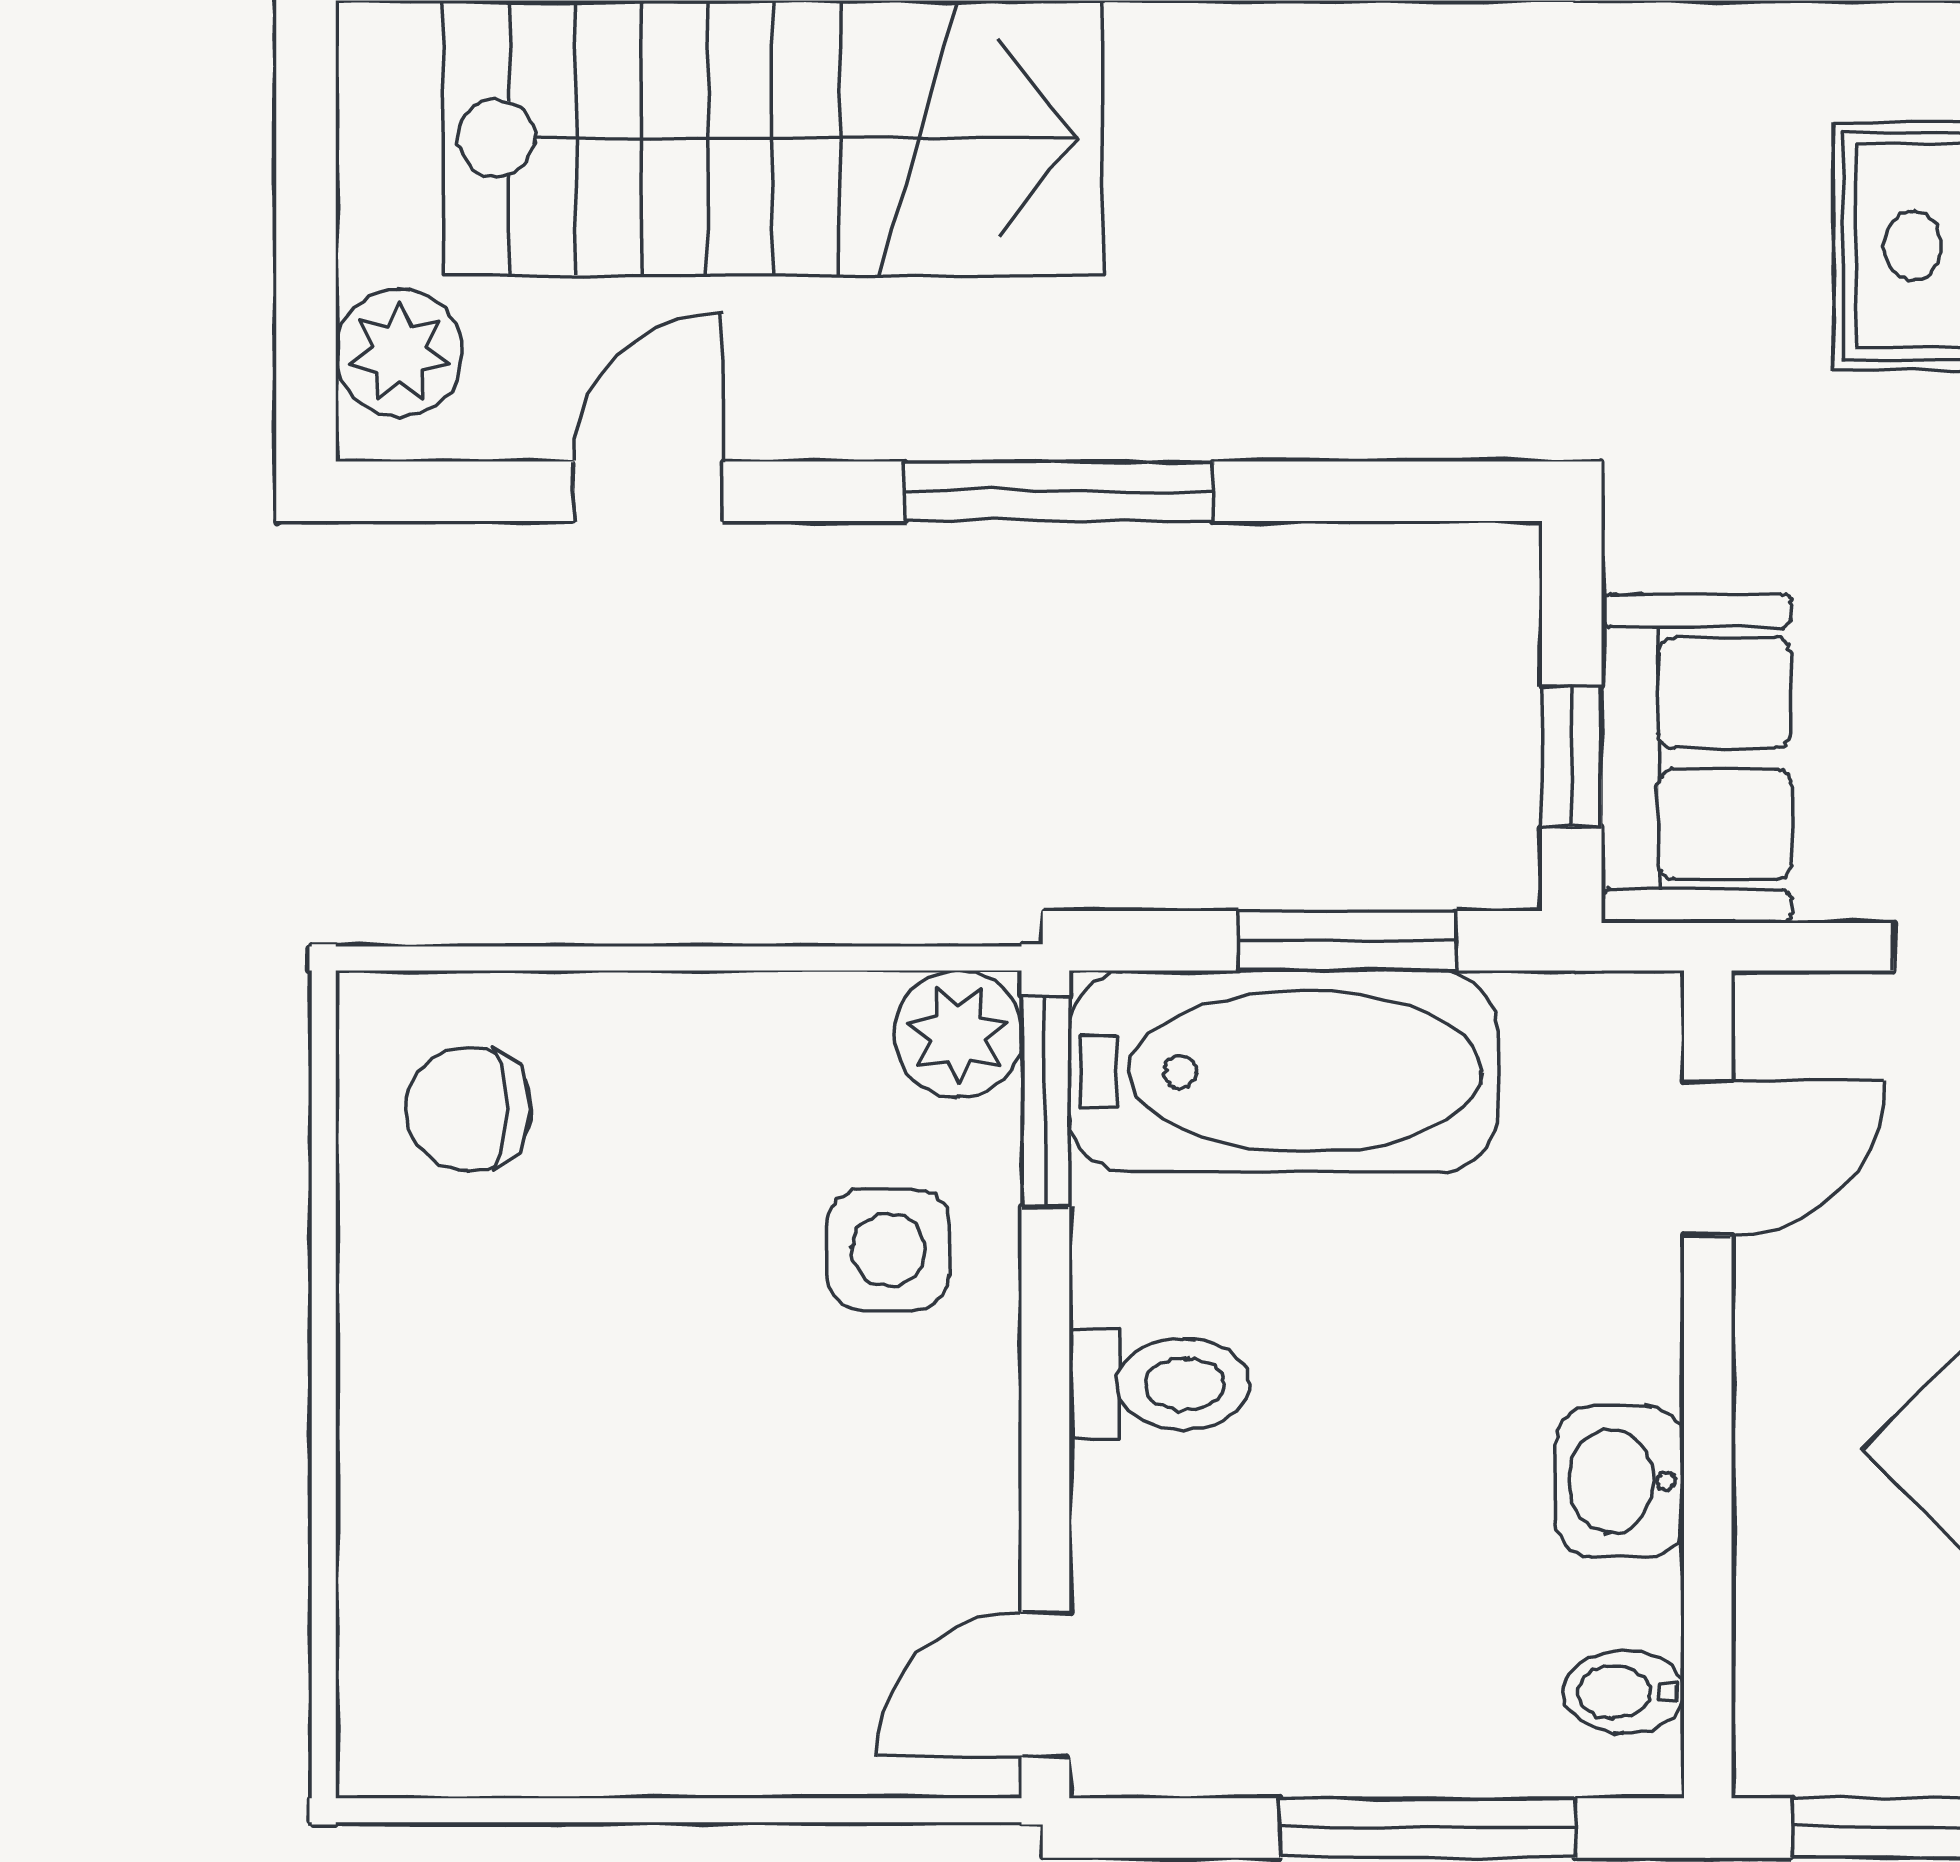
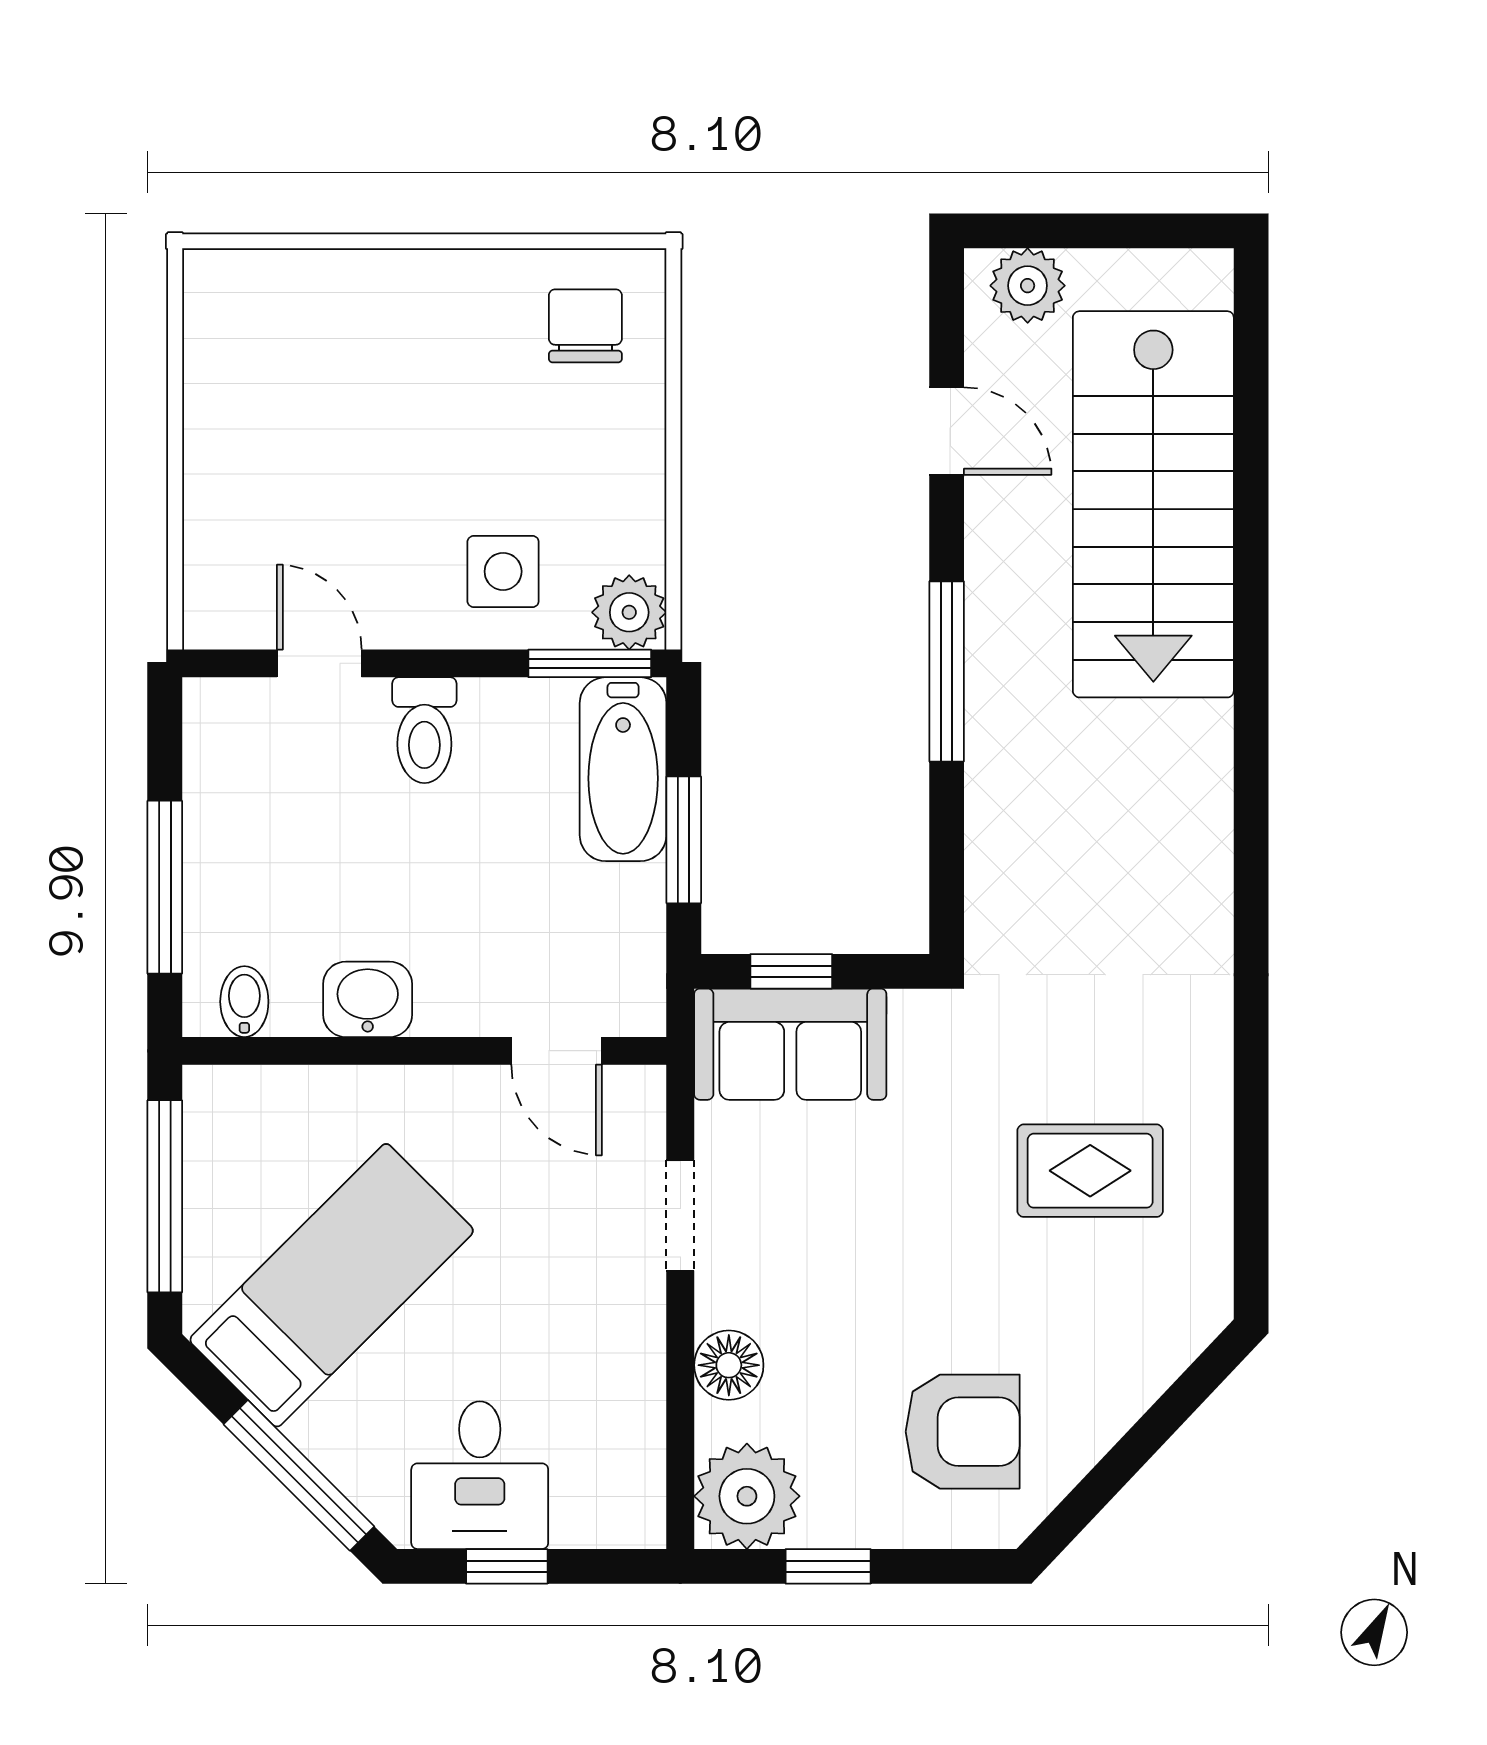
bathtub: (1284, 1071) -> (623, 769), width x0.73, depth x0.73
door: (1045, 1685) -> (319, 663), moved

